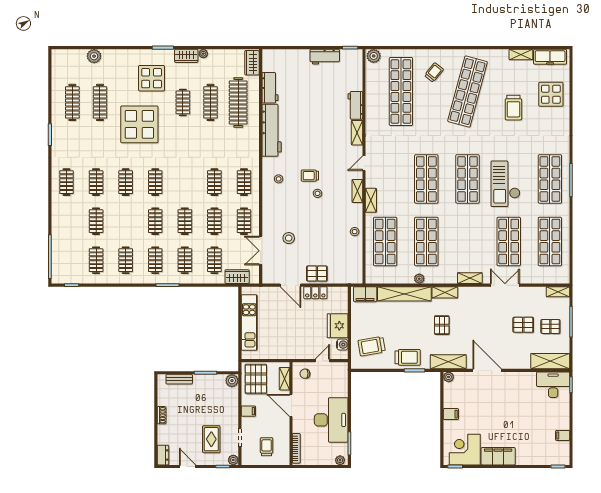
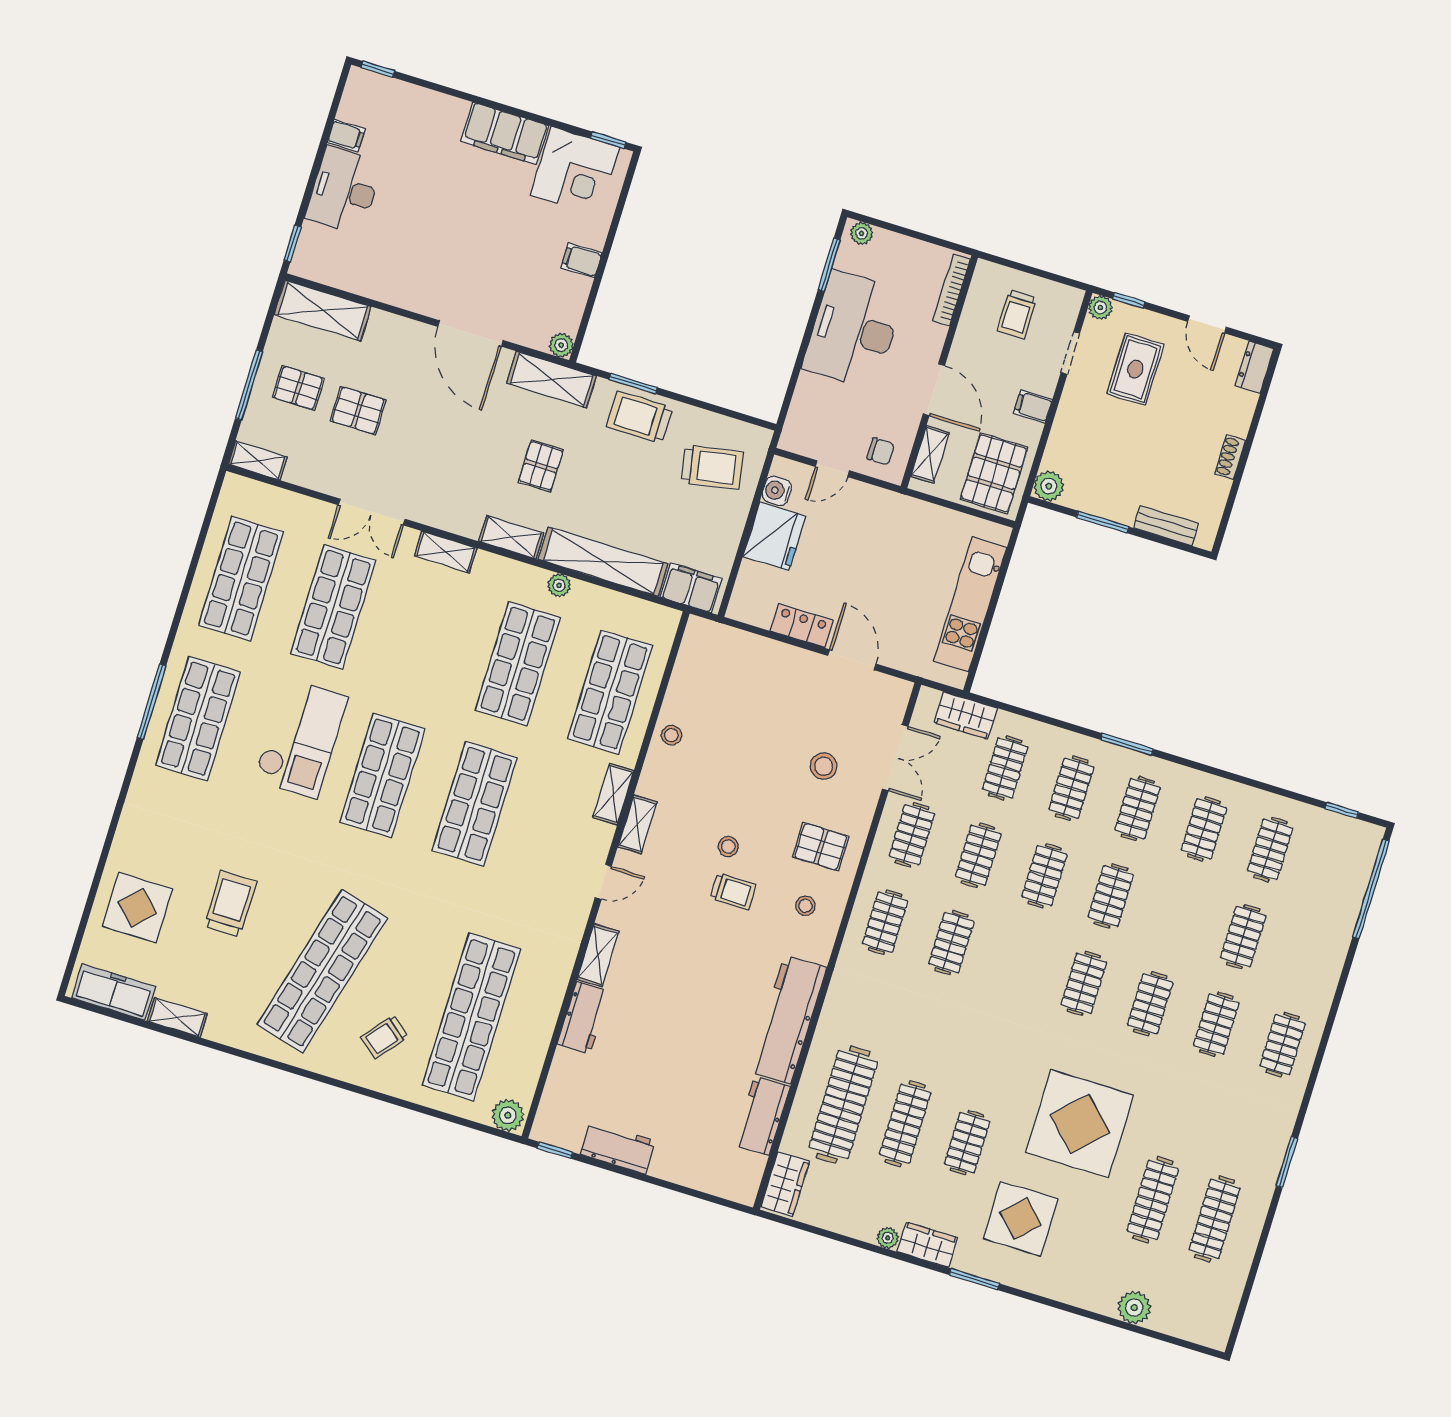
pallet: (317, 273) -> (821, 847), moved
desk: (553, 385) -> (344, 190), moved, turned 90

